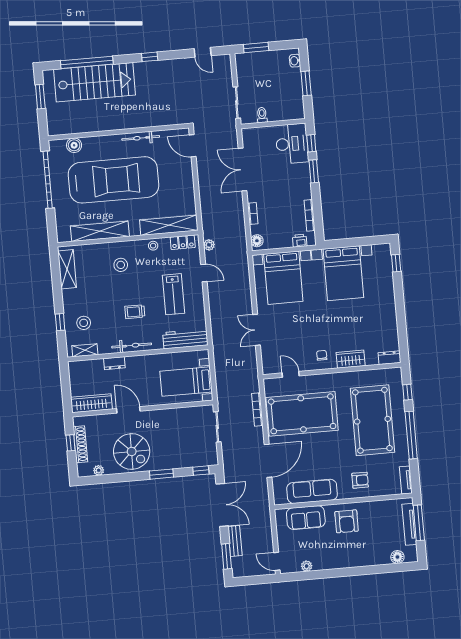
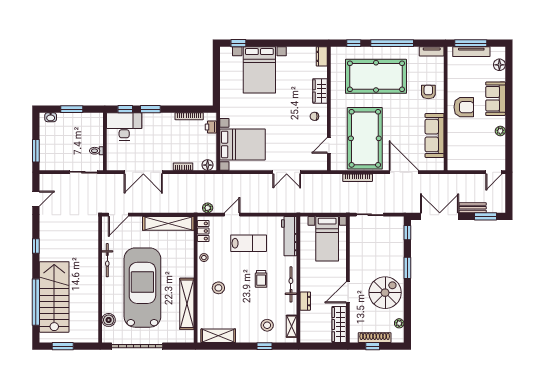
shelving: (169, 225) -> (168, 223), moved, turned 90
bed with nightstands: (343, 273) -> (259, 70), moved, turned 90
sofa: (306, 518) -> (496, 99), moved, turned 180
plant: (307, 566) -> (500, 131), moved

